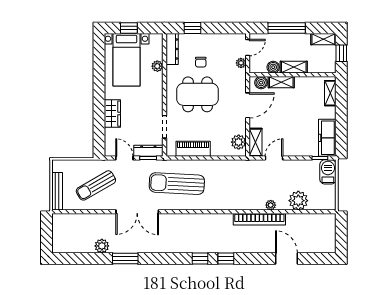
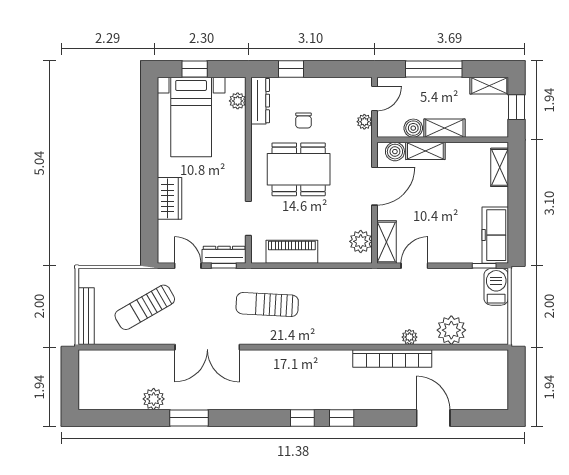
plant: (157, 66) -> (238, 101), moved
sun lounger: (177, 184) -> (267, 304), width x0.73, depth x0.75

